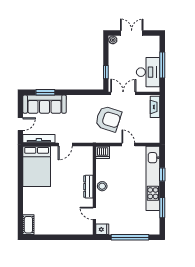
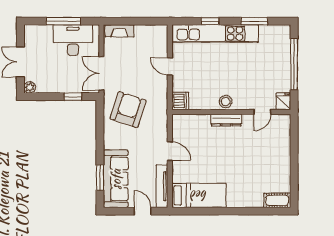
armchair: (108, 119) -> (128, 110), moved
door: (128, 144) -> (170, 66), hinge flipped
bed: (37, 166) -> (199, 195), width x0.67

